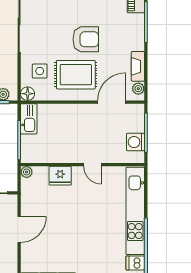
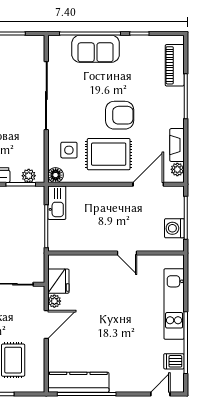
plant: (27, 172) -> (54, 301), moved
fridge: (60, 176) -> (58, 281), moved, turned -90
kitchen unit: (135, 211) -> (174, 304), width x0.73

